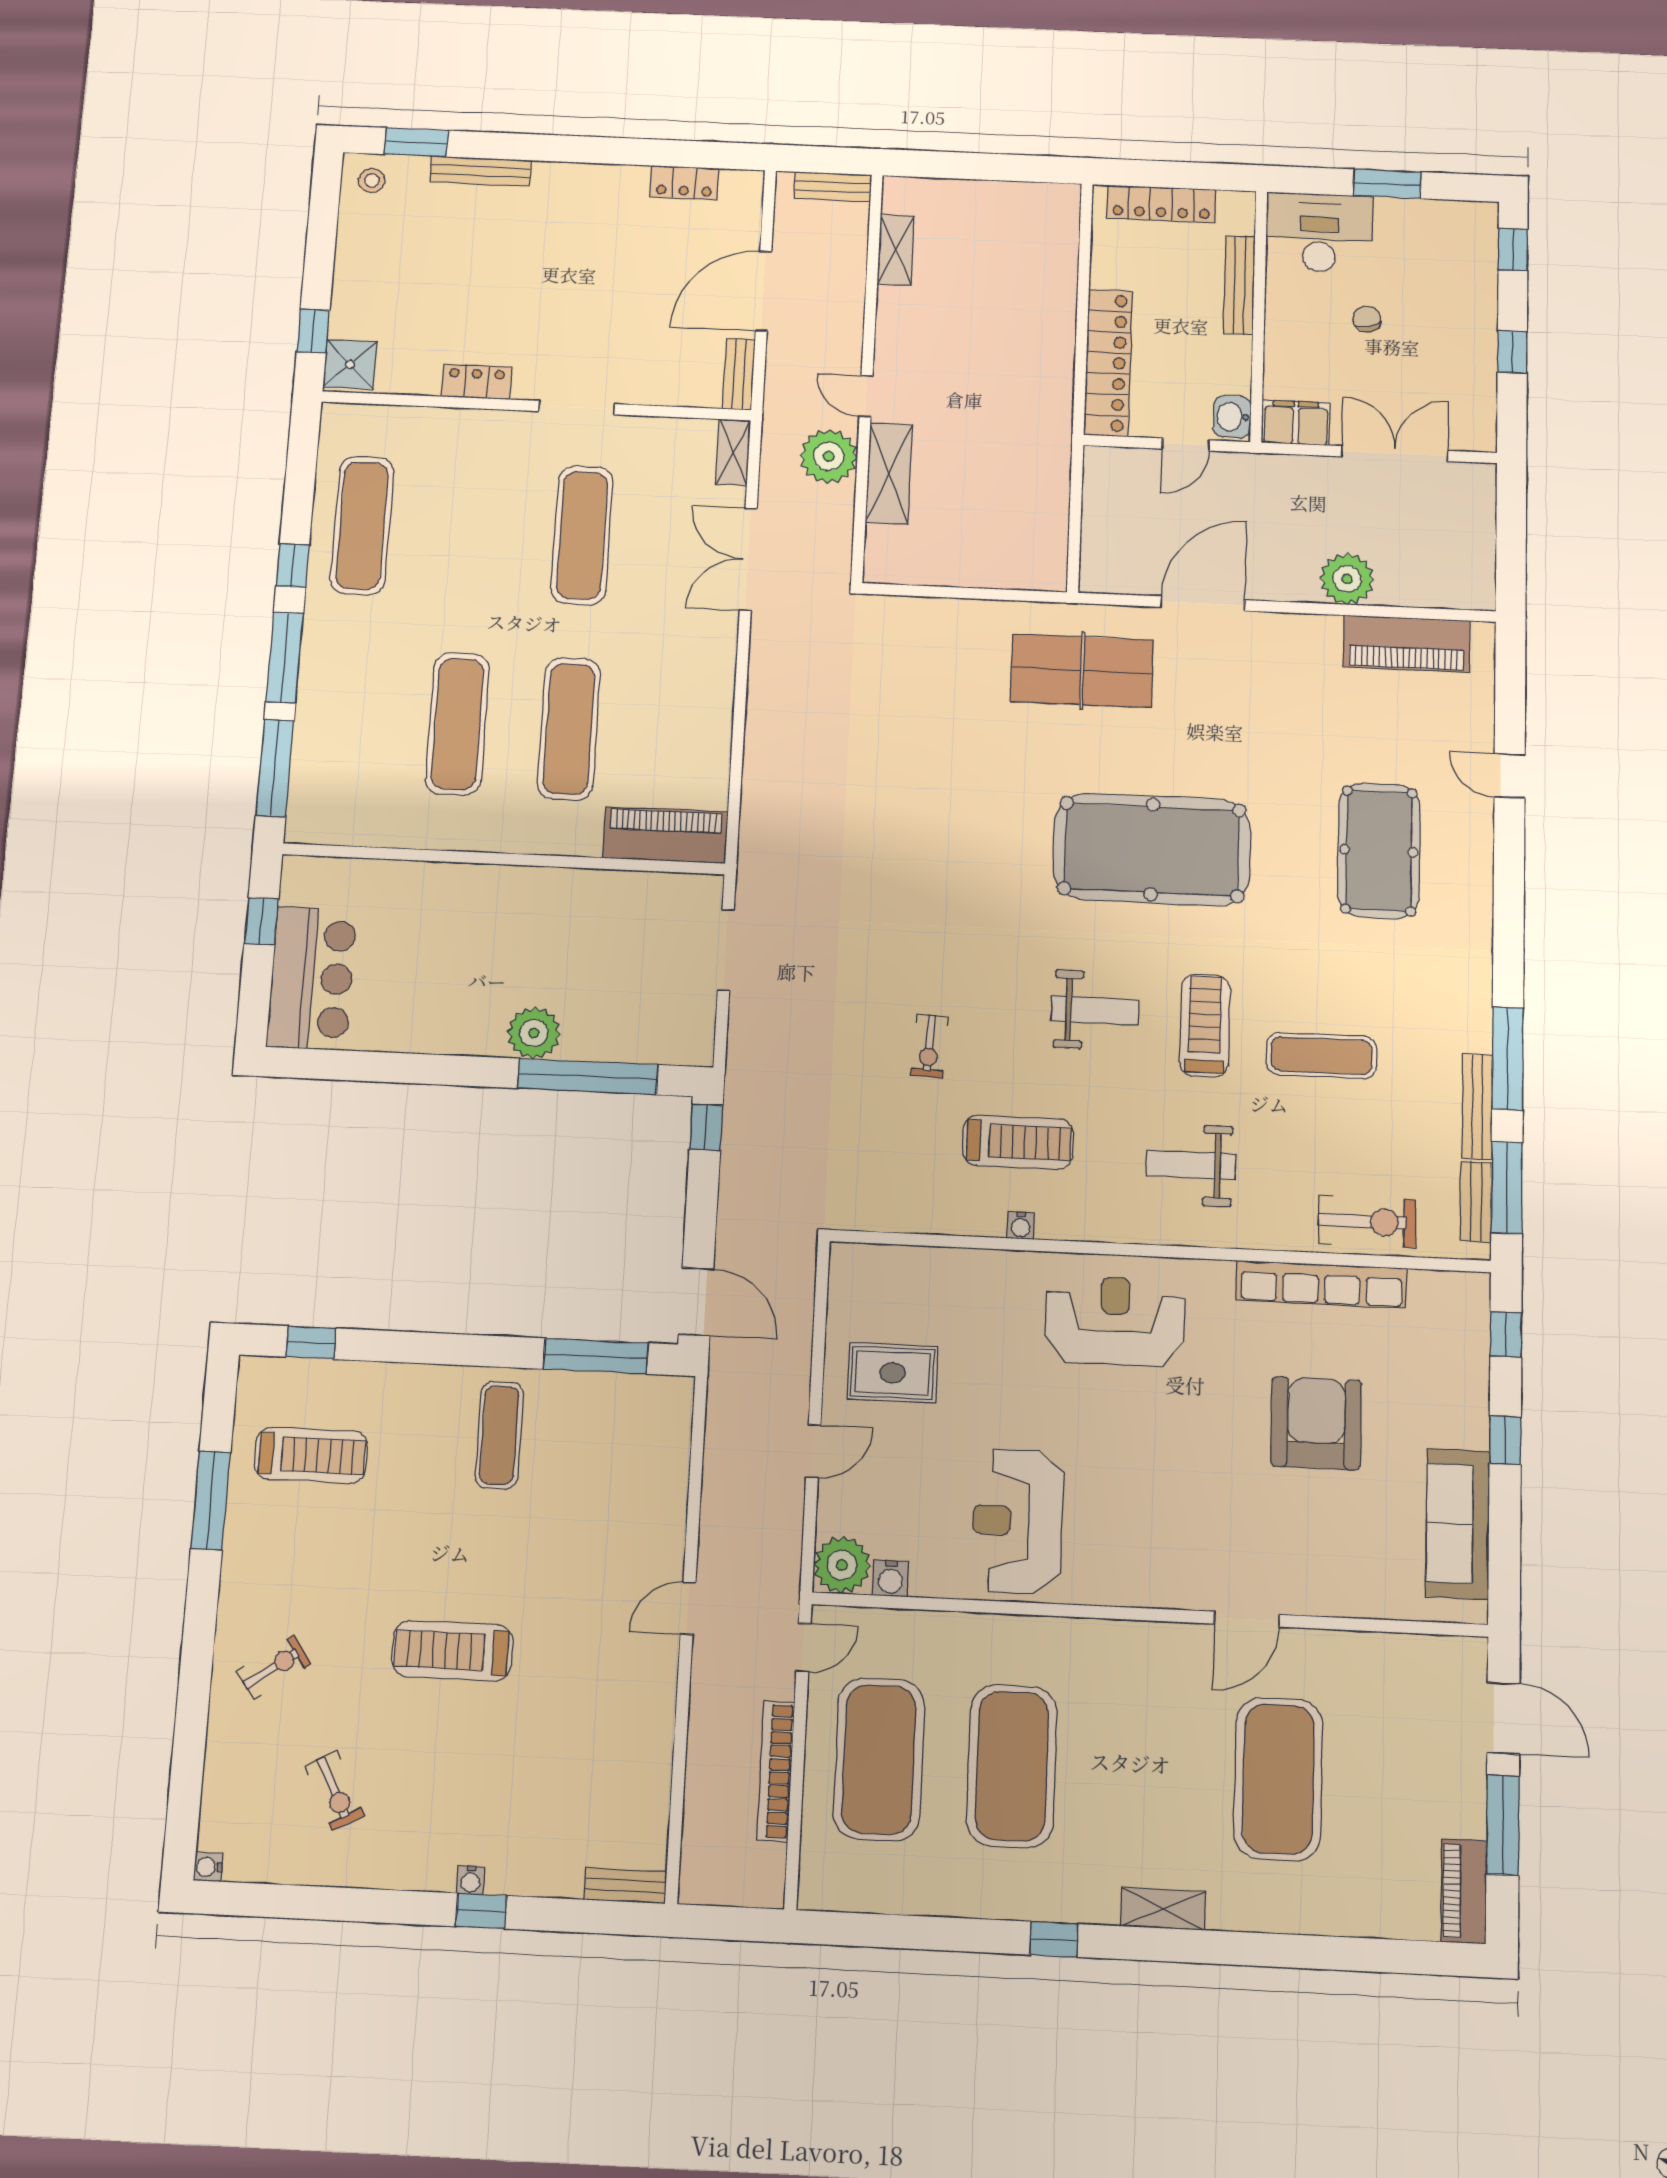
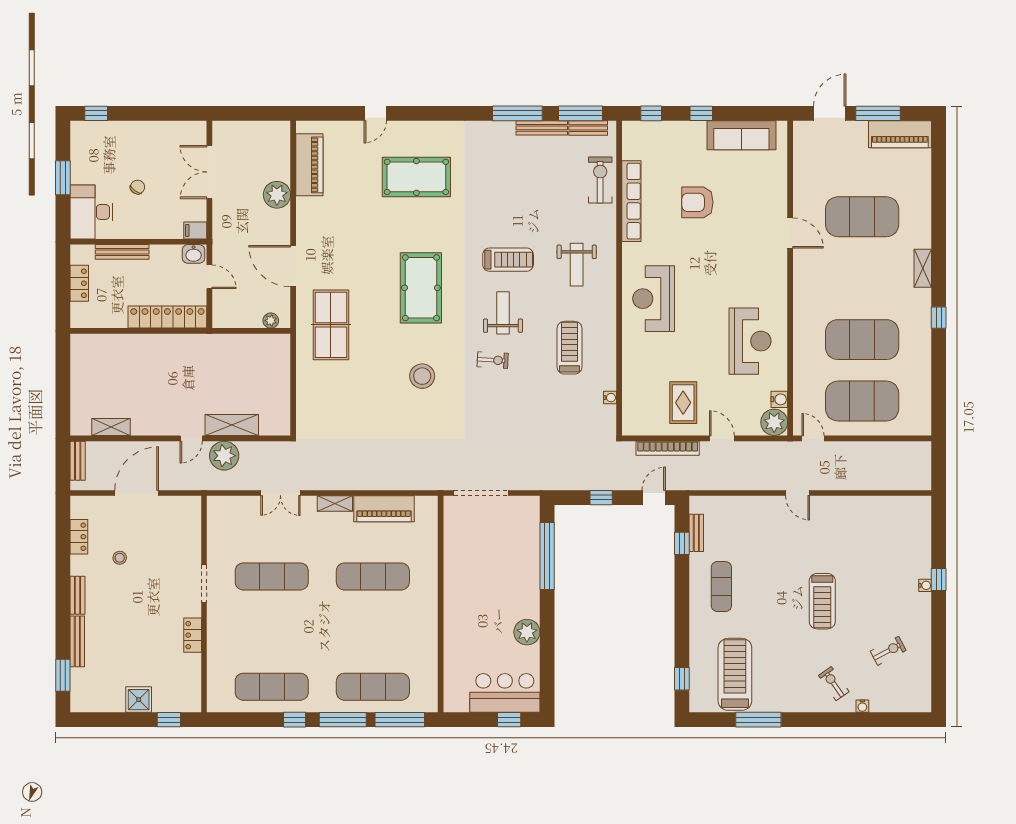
stool: (372, 181) -> (120, 558), moved
locker: (1161, 204) -> (79, 283), width x0.66
door: (764, 291) -> (137, 493), swing flipped
chair: (1367, 319) -> (137, 187), turned 140
window: (1512, 352) -> (152, 113), removed
shower: (350, 364) -> (139, 700), moved
bench: (739, 374) -> (77, 595), moved, turned 90
filing cabinet: (1296, 423) -> (195, 230), width x0.50
shelving: (733, 452) -> (335, 504), moved
plant: (1095, 556) -> (271, 321), added
double door: (748, 559) -> (280, 493), width x0.73
exercise mat: (457, 724) -> (373, 687), moved
piano: (665, 835) -> (384, 509), moved, turned -90
stool: (971, 844) -> (422, 376), added
pool table: (1152, 849) -> (421, 288), width x0.73, depth x0.76
window: (261, 921) -> (509, 720), moved
doorway: (726, 950) -> (481, 493), width x1.36
treadmill: (1205, 1026) -> (508, 260), turned 180
plant: (534, 1033) -> (527, 632), moved
exercise bike: (929, 1046) -> (493, 360), moved
exercise mat: (1322, 1056) -> (520, 203), removed
window: (706, 1127) -> (601, 498), moved
water cooler: (1021, 1226) -> (610, 398), moved
door: (696, 1302) -> (654, 498), width x0.73
window: (596, 1356) -> (682, 543), width x0.46
armchair: (1316, 1423) -> (697, 202), width x0.73, depth x0.73
exercise mat: (499, 1435) -> (721, 587), turned 90
treadmill: (311, 1455) -> (735, 674), width x1.37, depth x1.38
reception desk: (1018, 1521) -> (750, 341), turned -90
bookcase: (776, 1771) -> (668, 448), moved
water cooler: (208, 1867) -> (862, 706), moved
bench: (625, 1886) -> (696, 533), moved
piano: (1464, 1891) -> (900, 134), width x1.37, depth x1.33

